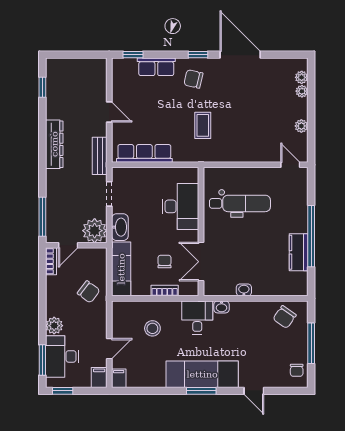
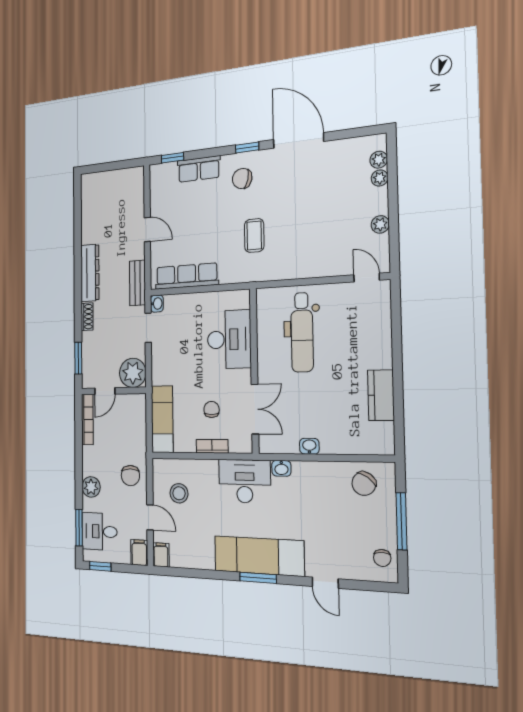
window: (42, 87) -> (78, 208), removed
shoe rack: (51, 182) -> (87, 317), added
dental chair: (240, 203) -> (302, 332), turned 90
window: (42, 217) -> (78, 358), width x0.69
washbasin: (120, 227) -> (157, 304), moved, width x0.52, depth x0.69
window: (311, 236) -> (398, 373), removed
bookcase: (51, 261) -> (87, 419), width x1.56
double door: (201, 262) -> (255, 409), swing flipped
chair: (89, 292) -> (130, 476), moved, turned 53
desk: (197, 317) -> (245, 481), width x1.37
stool: (152, 328) -> (179, 493), moved
door: (109, 349) -> (150, 517), hinge flipped
desk: (62, 356) -> (99, 531), width x0.73

